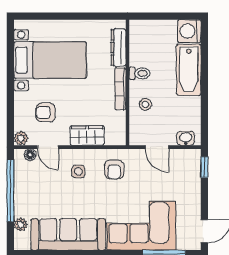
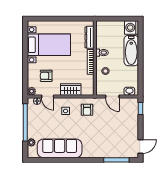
corner sofa: (141, 226) -> (103, 143), removed

